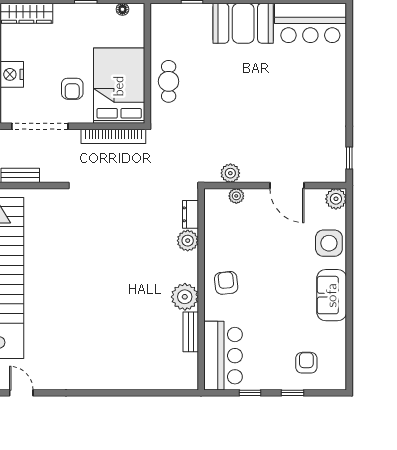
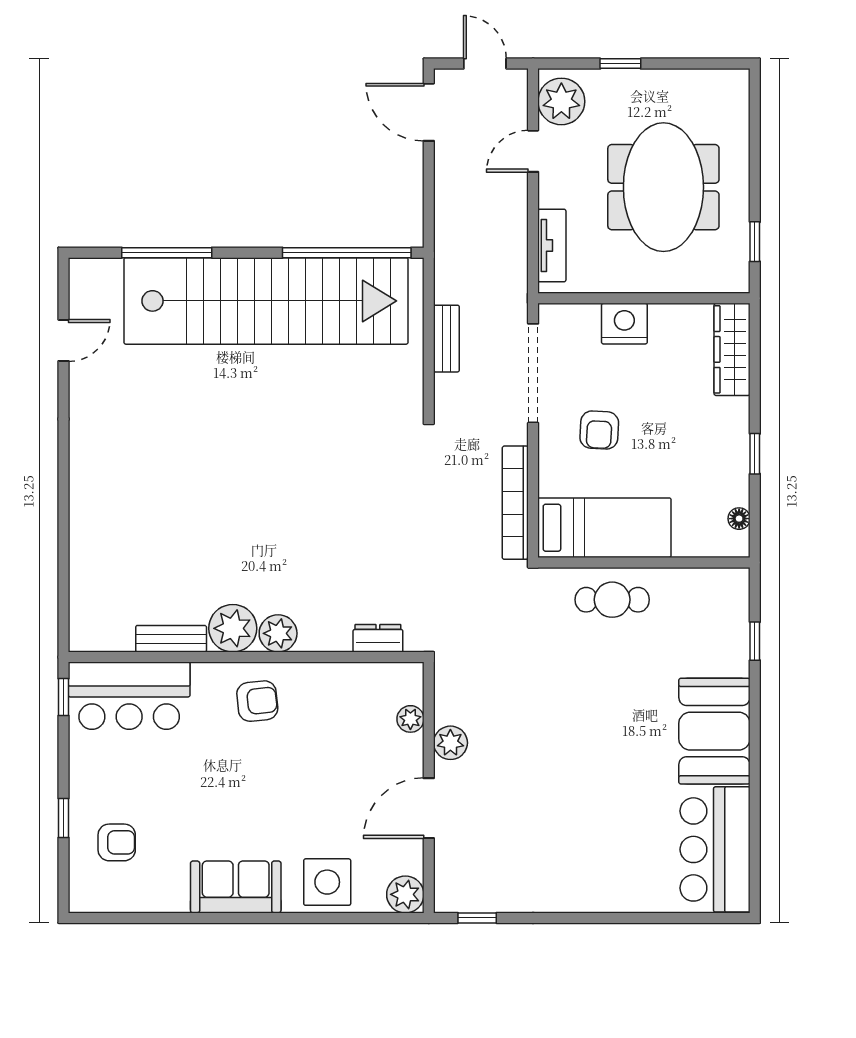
bed: (119, 86) -> (604, 528), width x0.67
armchair: (72, 89) -> (599, 430), turned -87
plant: (230, 173) -> (450, 743), moved
plant: (188, 241) -> (278, 633), moved
window: (250, 393) -> (64, 697), moved

